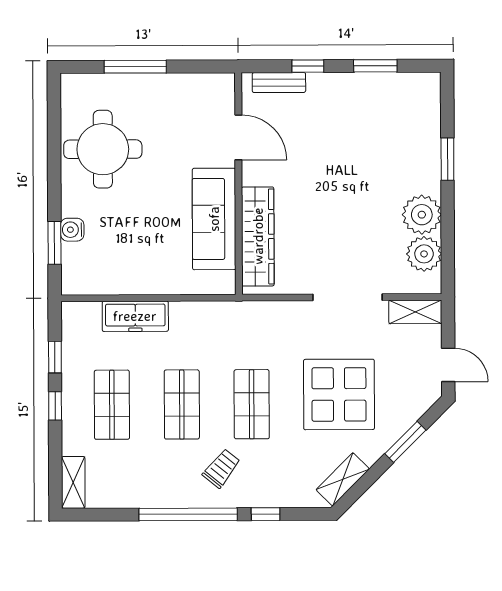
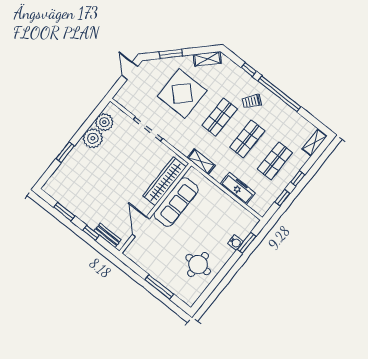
round table: (103, 149) -> (198, 265), width x0.73, depth x0.73
shelving: (415, 312) -> (201, 162), moved

